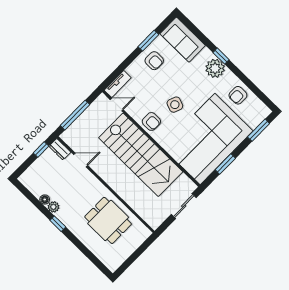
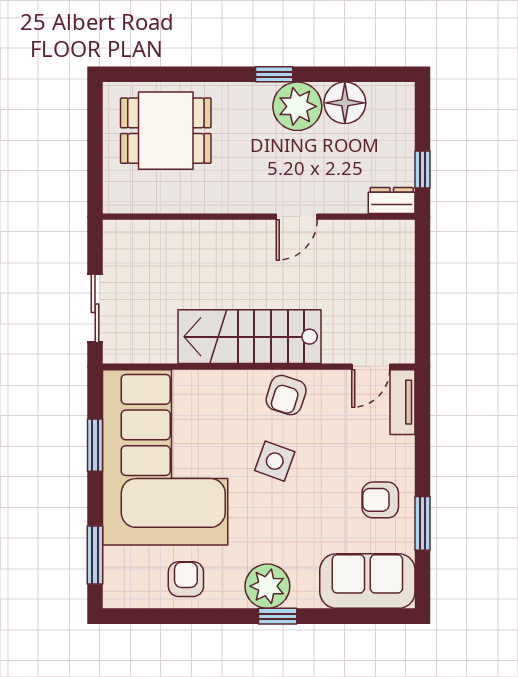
window: (75, 115) -> (423, 281), removed
armchair: (151, 121) -> (286, 395), turned -72
stairs: (141, 155) -> (250, 337), width x0.73, depth x0.66
door: (81, 160) -> (297, 217), moved
floor lamp: (45, 199) -> (345, 103), width x1.89, depth x1.89
plant: (53, 207) -> (297, 106), width x1.88, depth x1.88
dining table: (108, 220) -> (166, 131), moved

